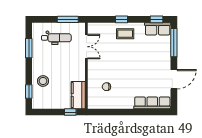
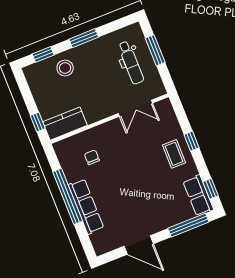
window: (68, 19) -> (155, 50), moved
window: (29, 48) -> (84, 38), moved
row of seats: (152, 103) -> (86, 206), moved
window: (125, 112) -> (68, 196), added

